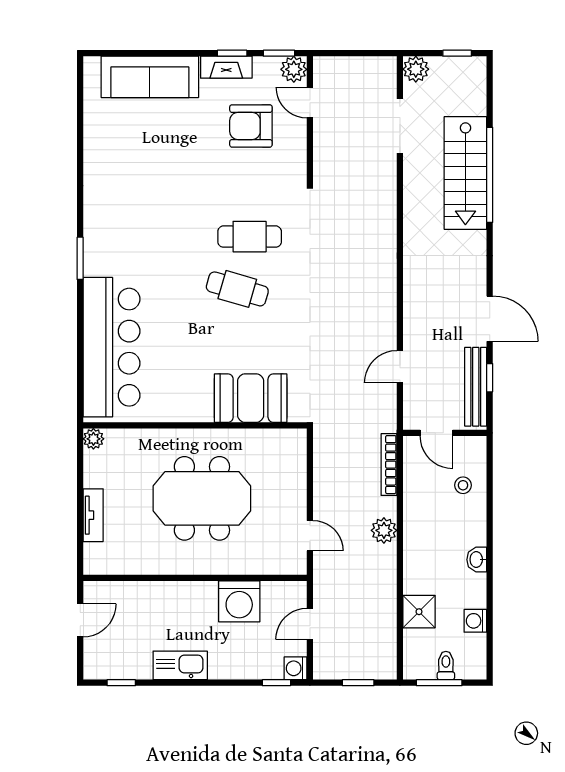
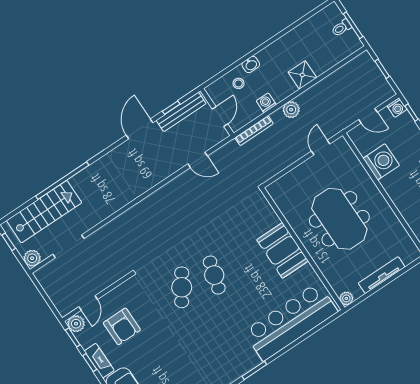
stairs: (465, 173) -> (44, 212), moved
cafe table: (250, 237) -> (182, 287), turned 34
booth: (251, 398) -> (283, 250), moved
tv unit: (93, 515) -> (382, 275), width x1.41
washbasin: (477, 560) -> (251, 64), moved
shower: (419, 612) -> (302, 75), moved
washing machine: (475, 621) -> (266, 103), moved, turned 180

